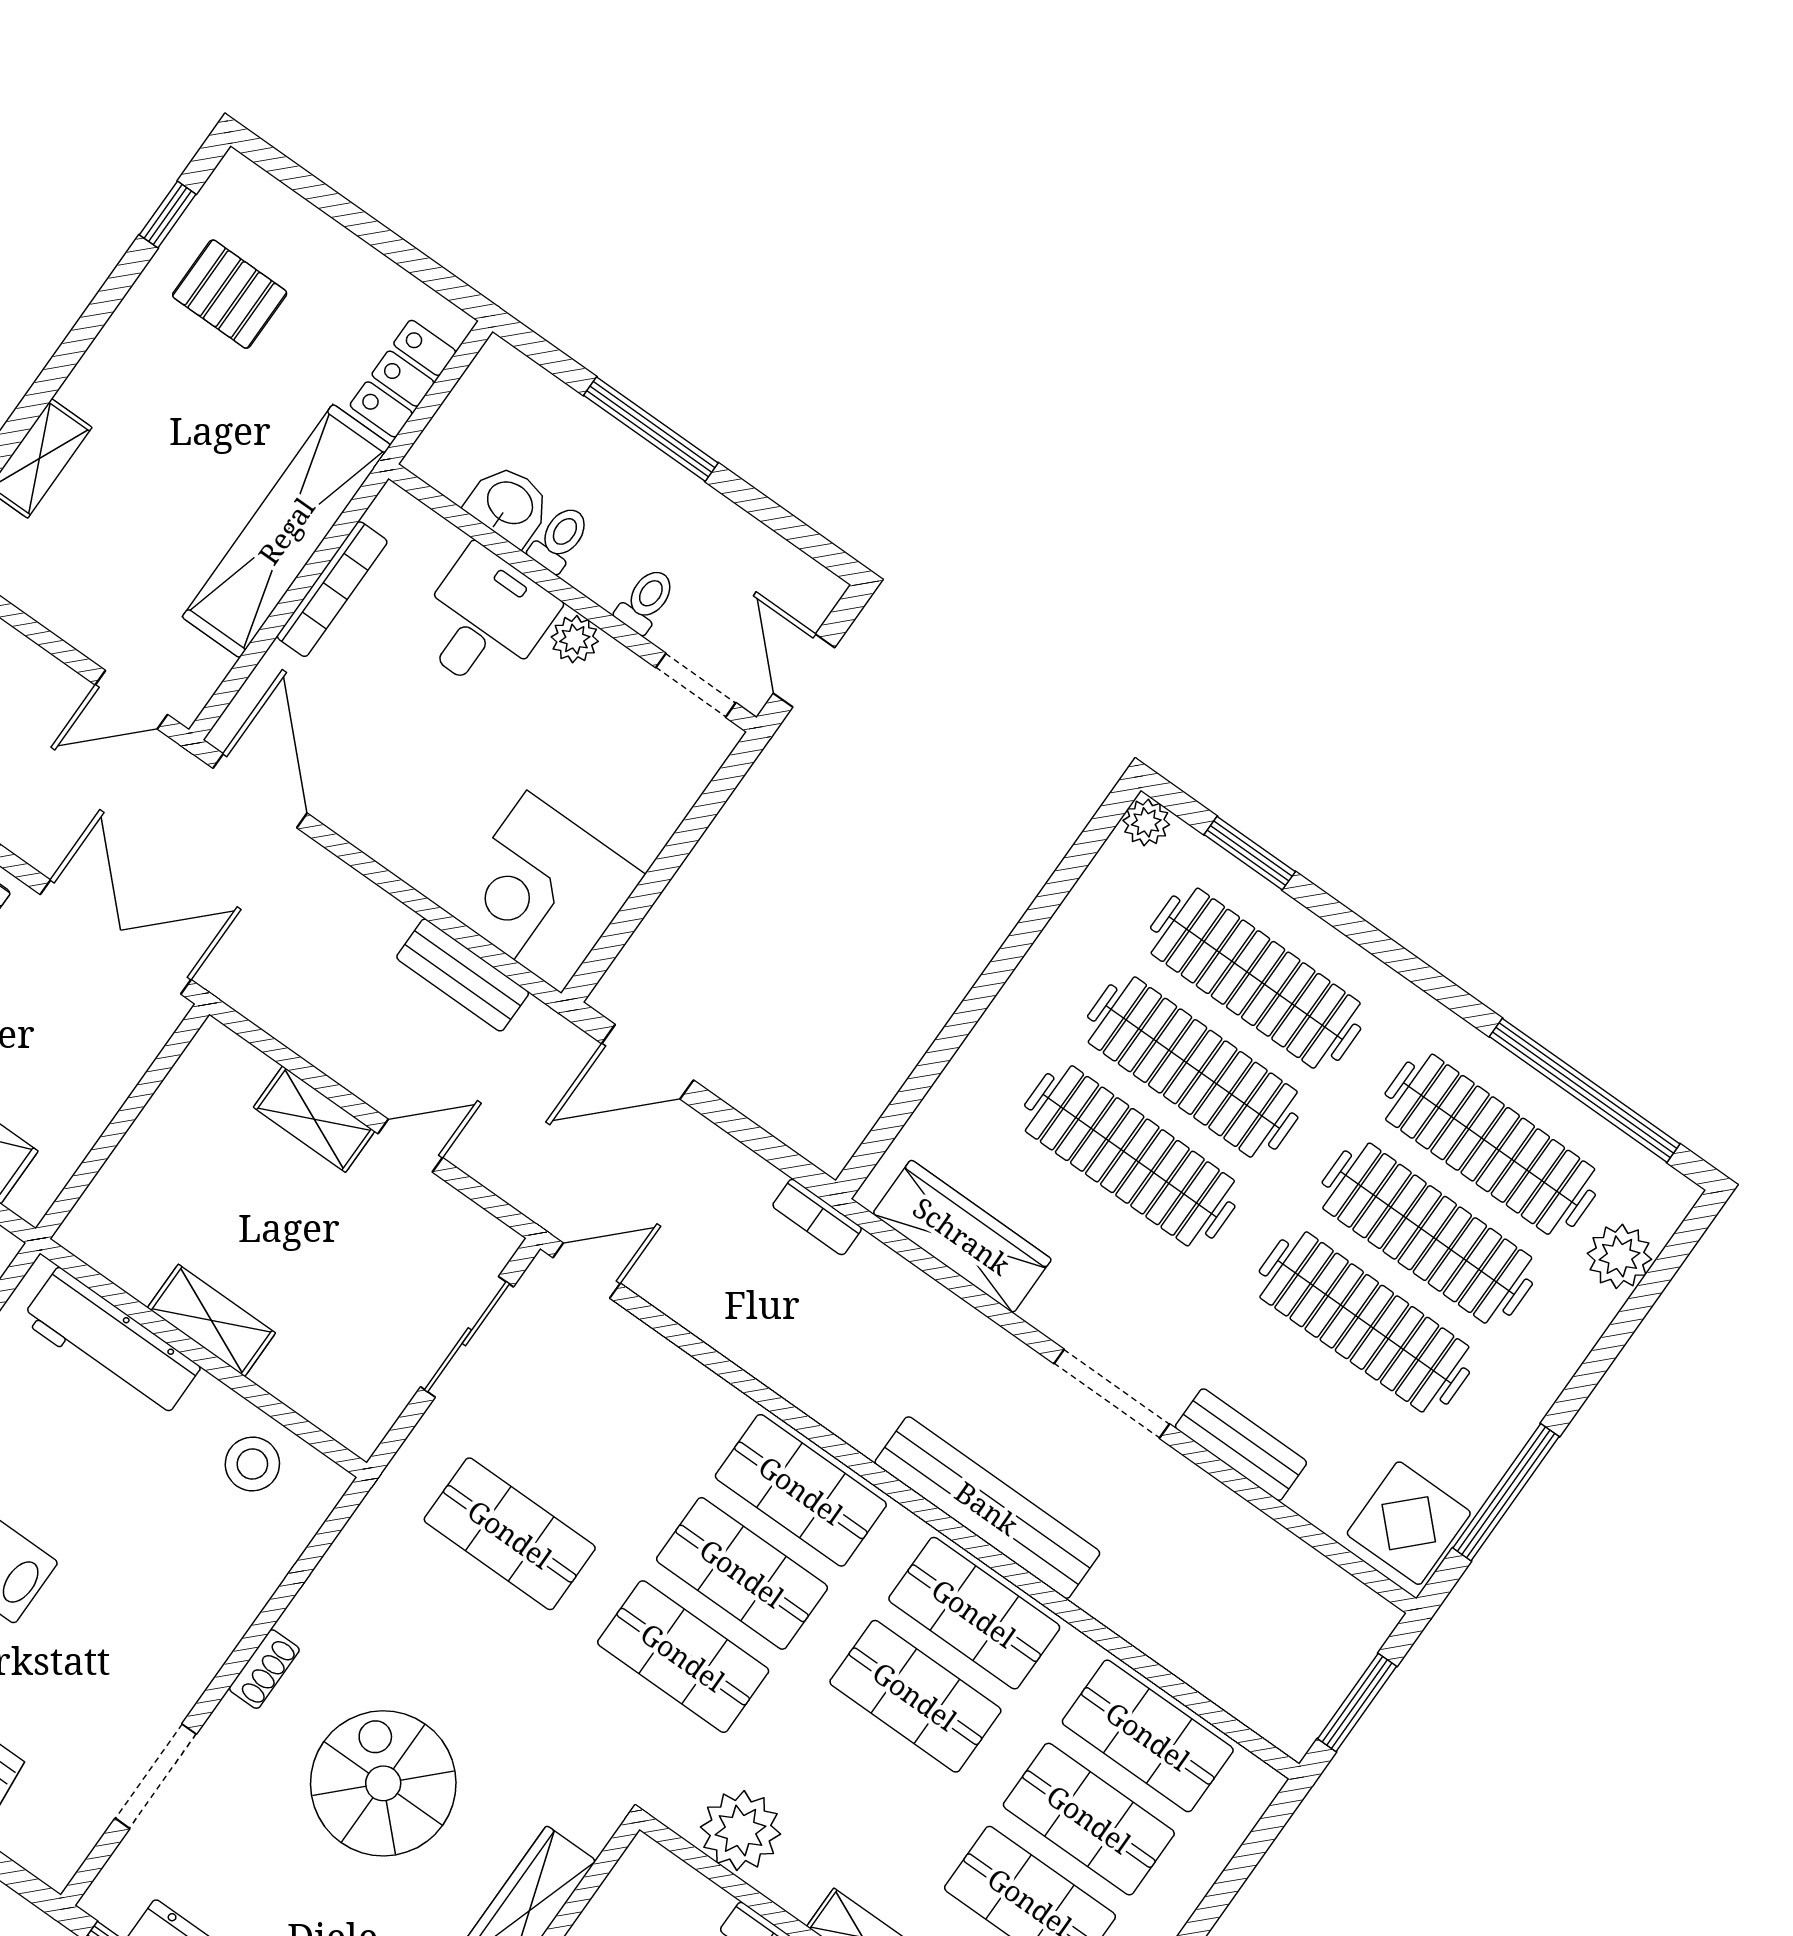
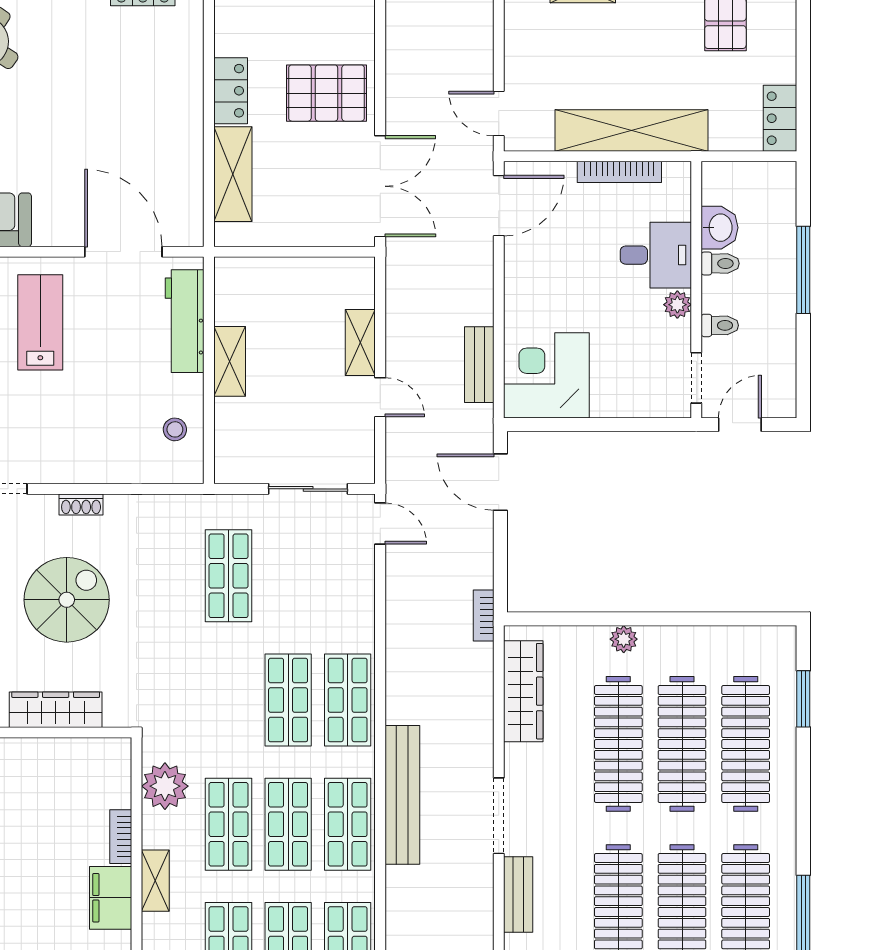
locker: (403, 379) -> (780, 118), moved, turned -90
plant: (1146, 822) -> (624, 639), moved
stool: (252, 1464) -> (175, 429), width x0.73, depth x0.73
shop shelf: (683, 1657) -> (229, 824), moved

